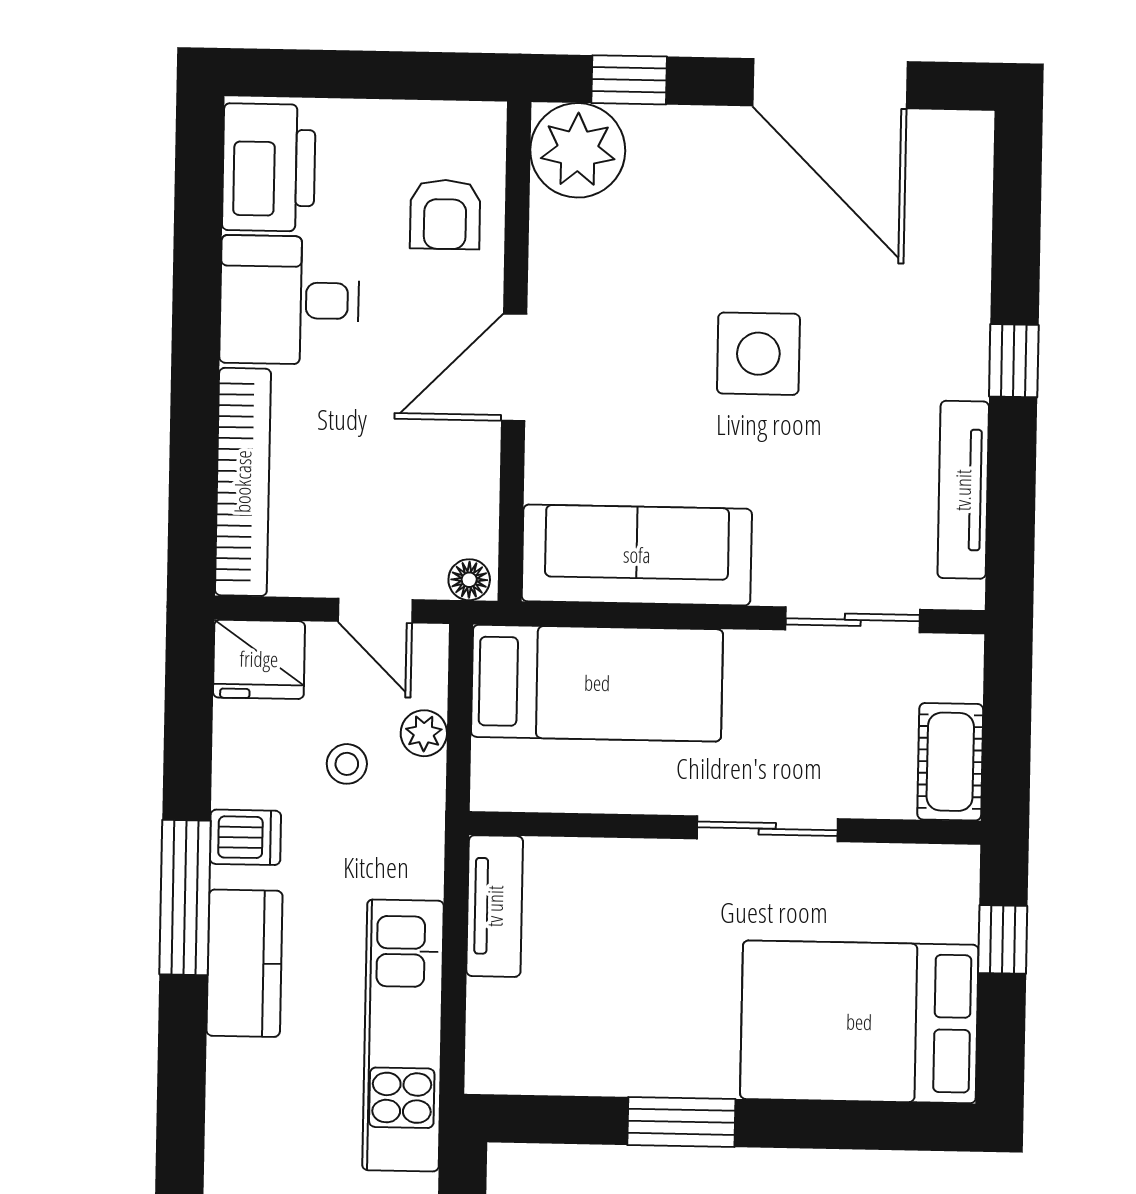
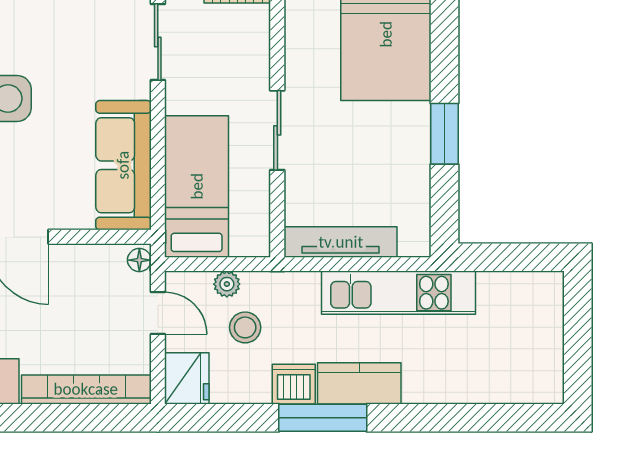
door: (375, 611) -> (158, 313), hinge flipped
stool: (347, 764) -> (245, 327), width x1.37, depth x1.37
sliding door: (767, 829) -> (277, 130), moved
dishwasher: (245, 837) -> (294, 384), width x1.38
tv unit: (495, 906) -> (341, 242), width x1.41

